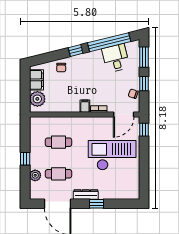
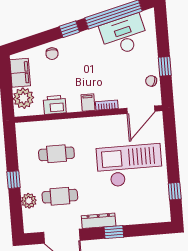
window: (144, 57) -> (162, 31), removed
desk: (116, 58) -> (124, 35), width x1.37
printer: (60, 106) -> (55, 105), added
window: (144, 130) -> (175, 191), moved

